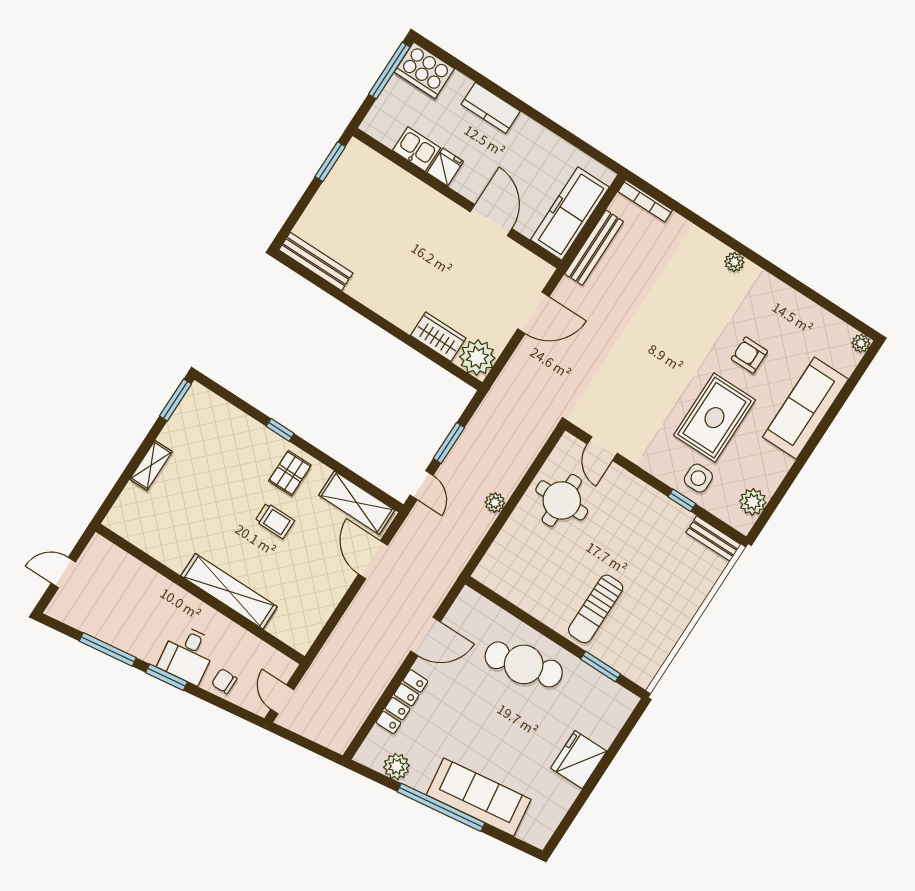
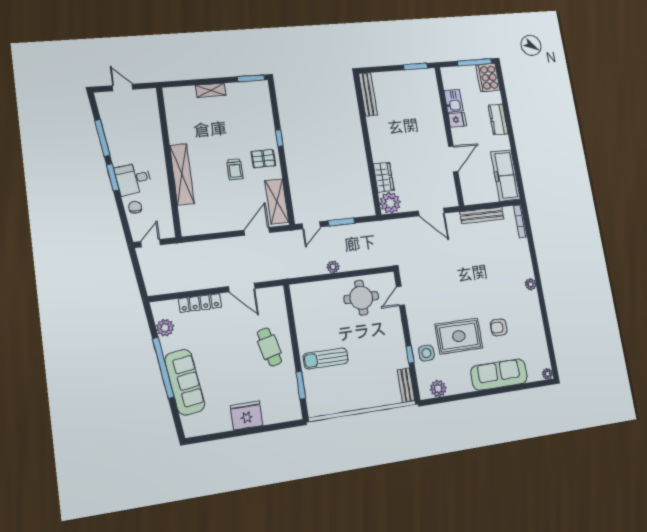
freezer: (570, 213) -> (506, 175), moved, turned -90
armchair: (749, 355) -> (499, 327), turned -90
cafe table: (524, 664) -> (269, 347), width x0.73, depth x0.74

